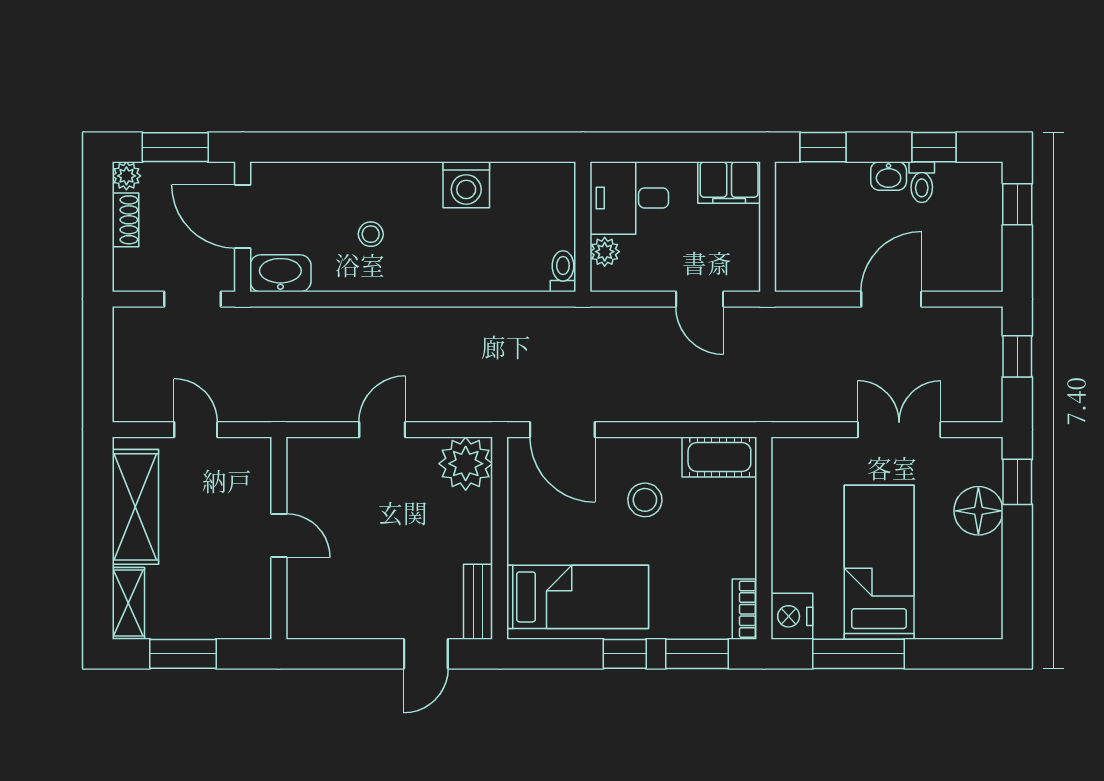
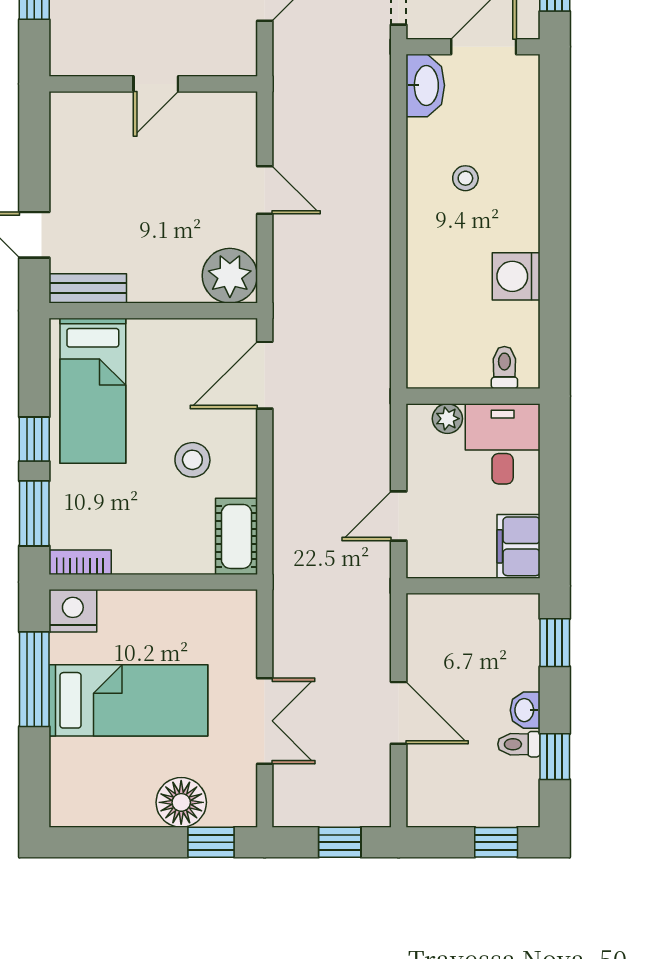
toilet: (563, 271) -> (504, 367), moved, turned -90

